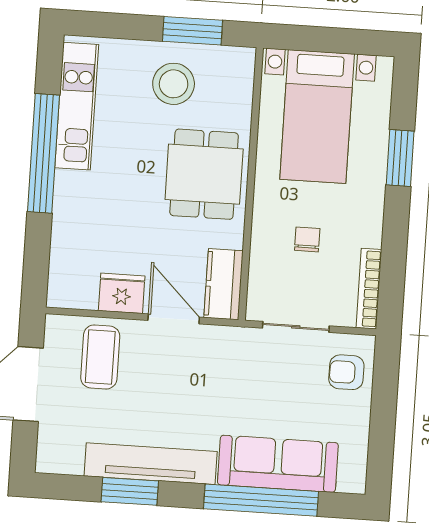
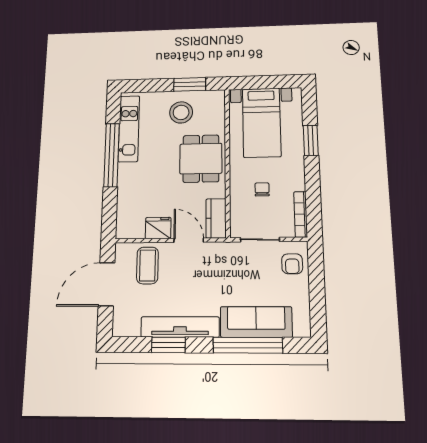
armchair: (346, 372) -> (292, 264), turned -90

